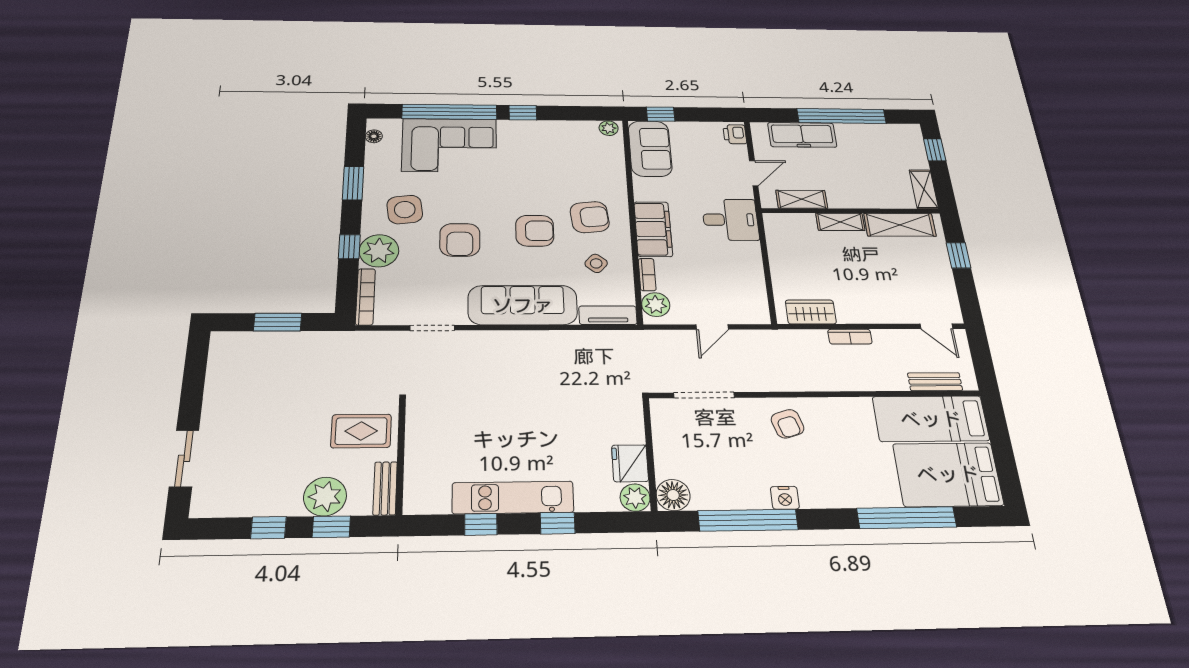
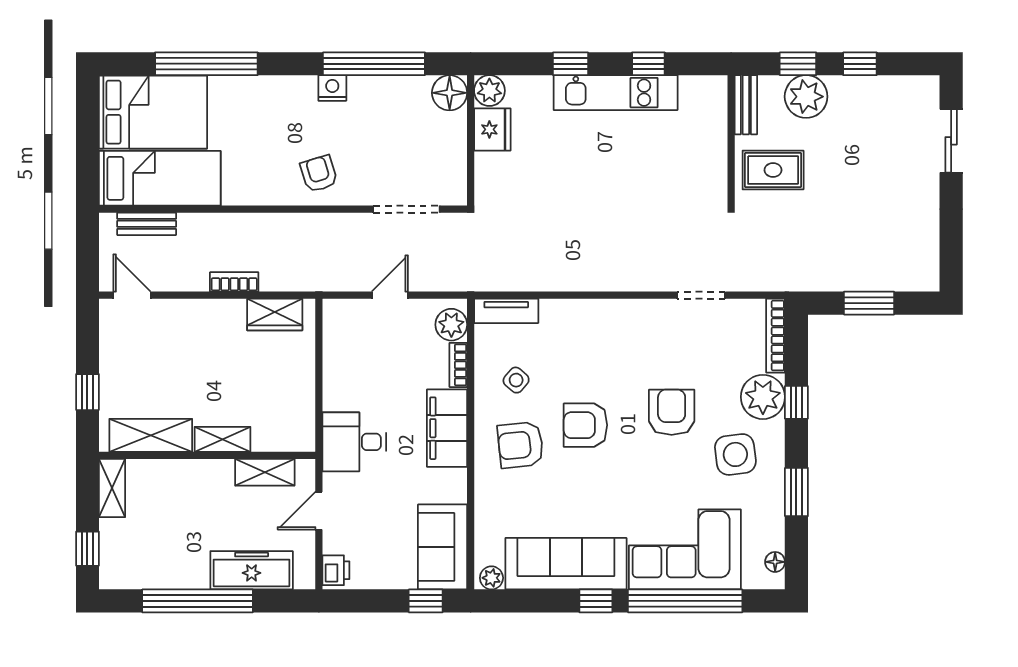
sofa: (523, 305) -> (566, 564), moved, turned 180

